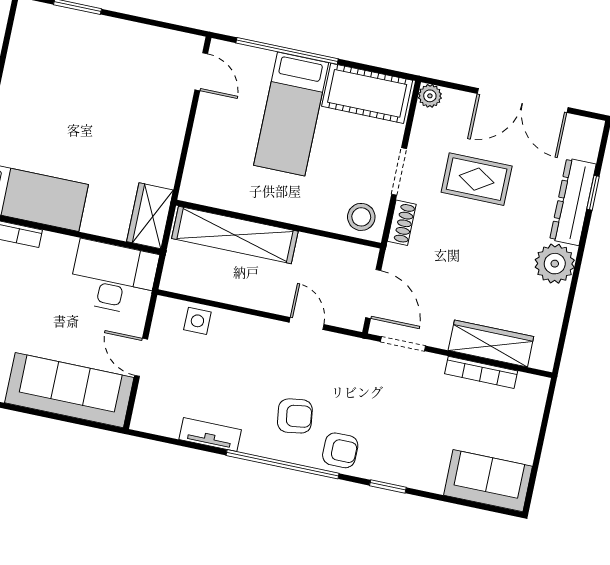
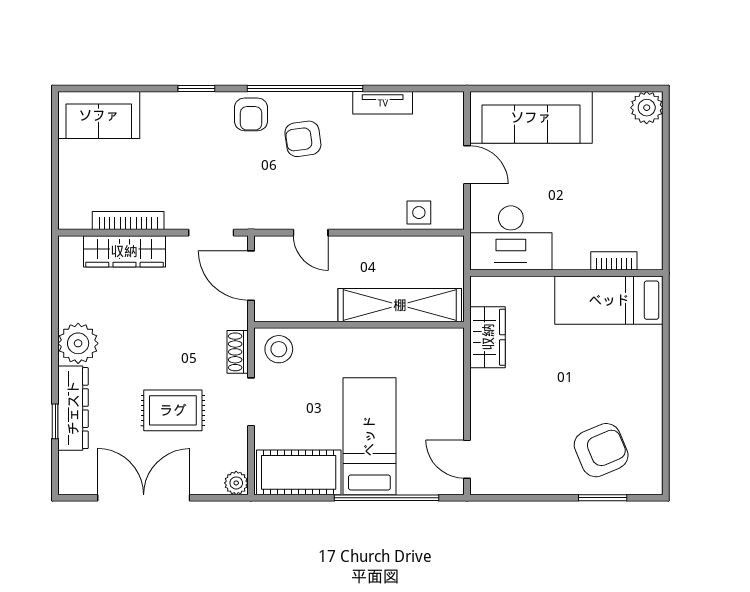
armchair: (69, 53) -> (601, 450), added
wardrobe: (150, 216) -> (488, 337), moved
armchair: (340, 450) -> (251, 114), turned -90

